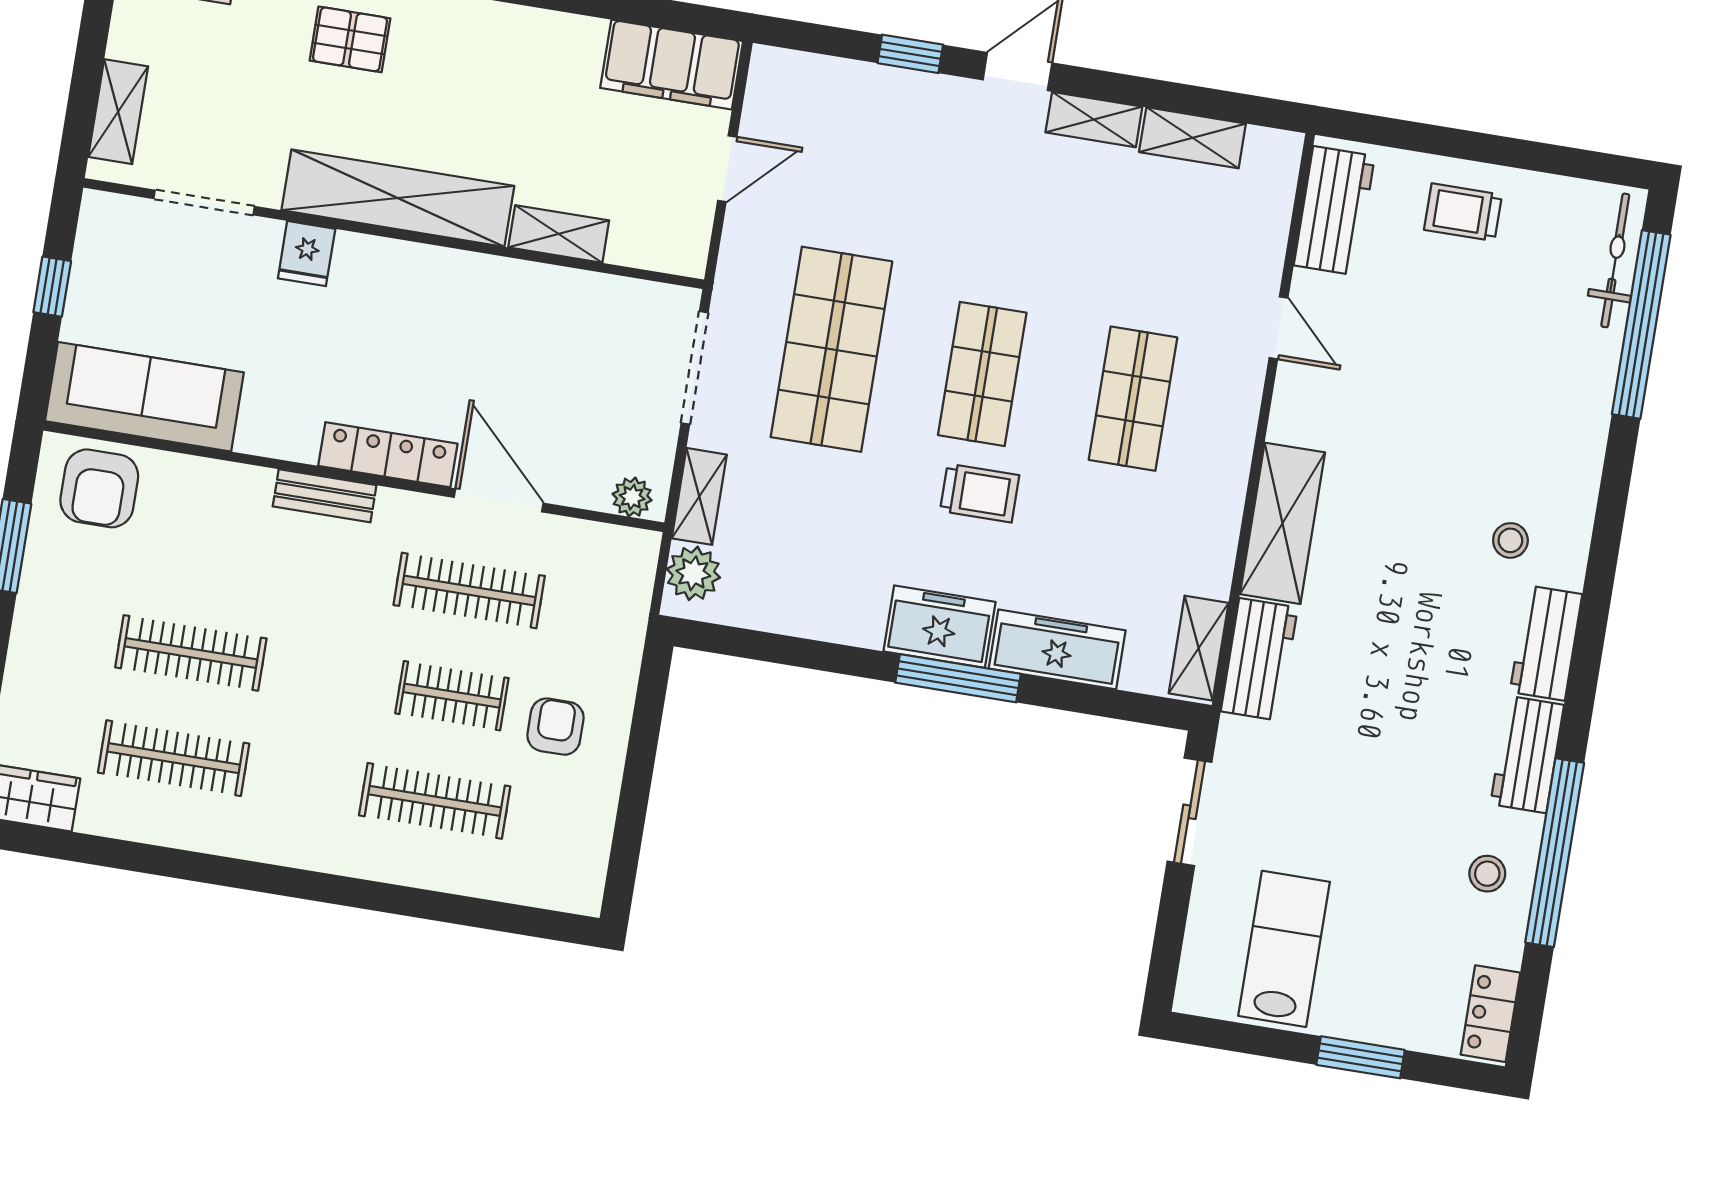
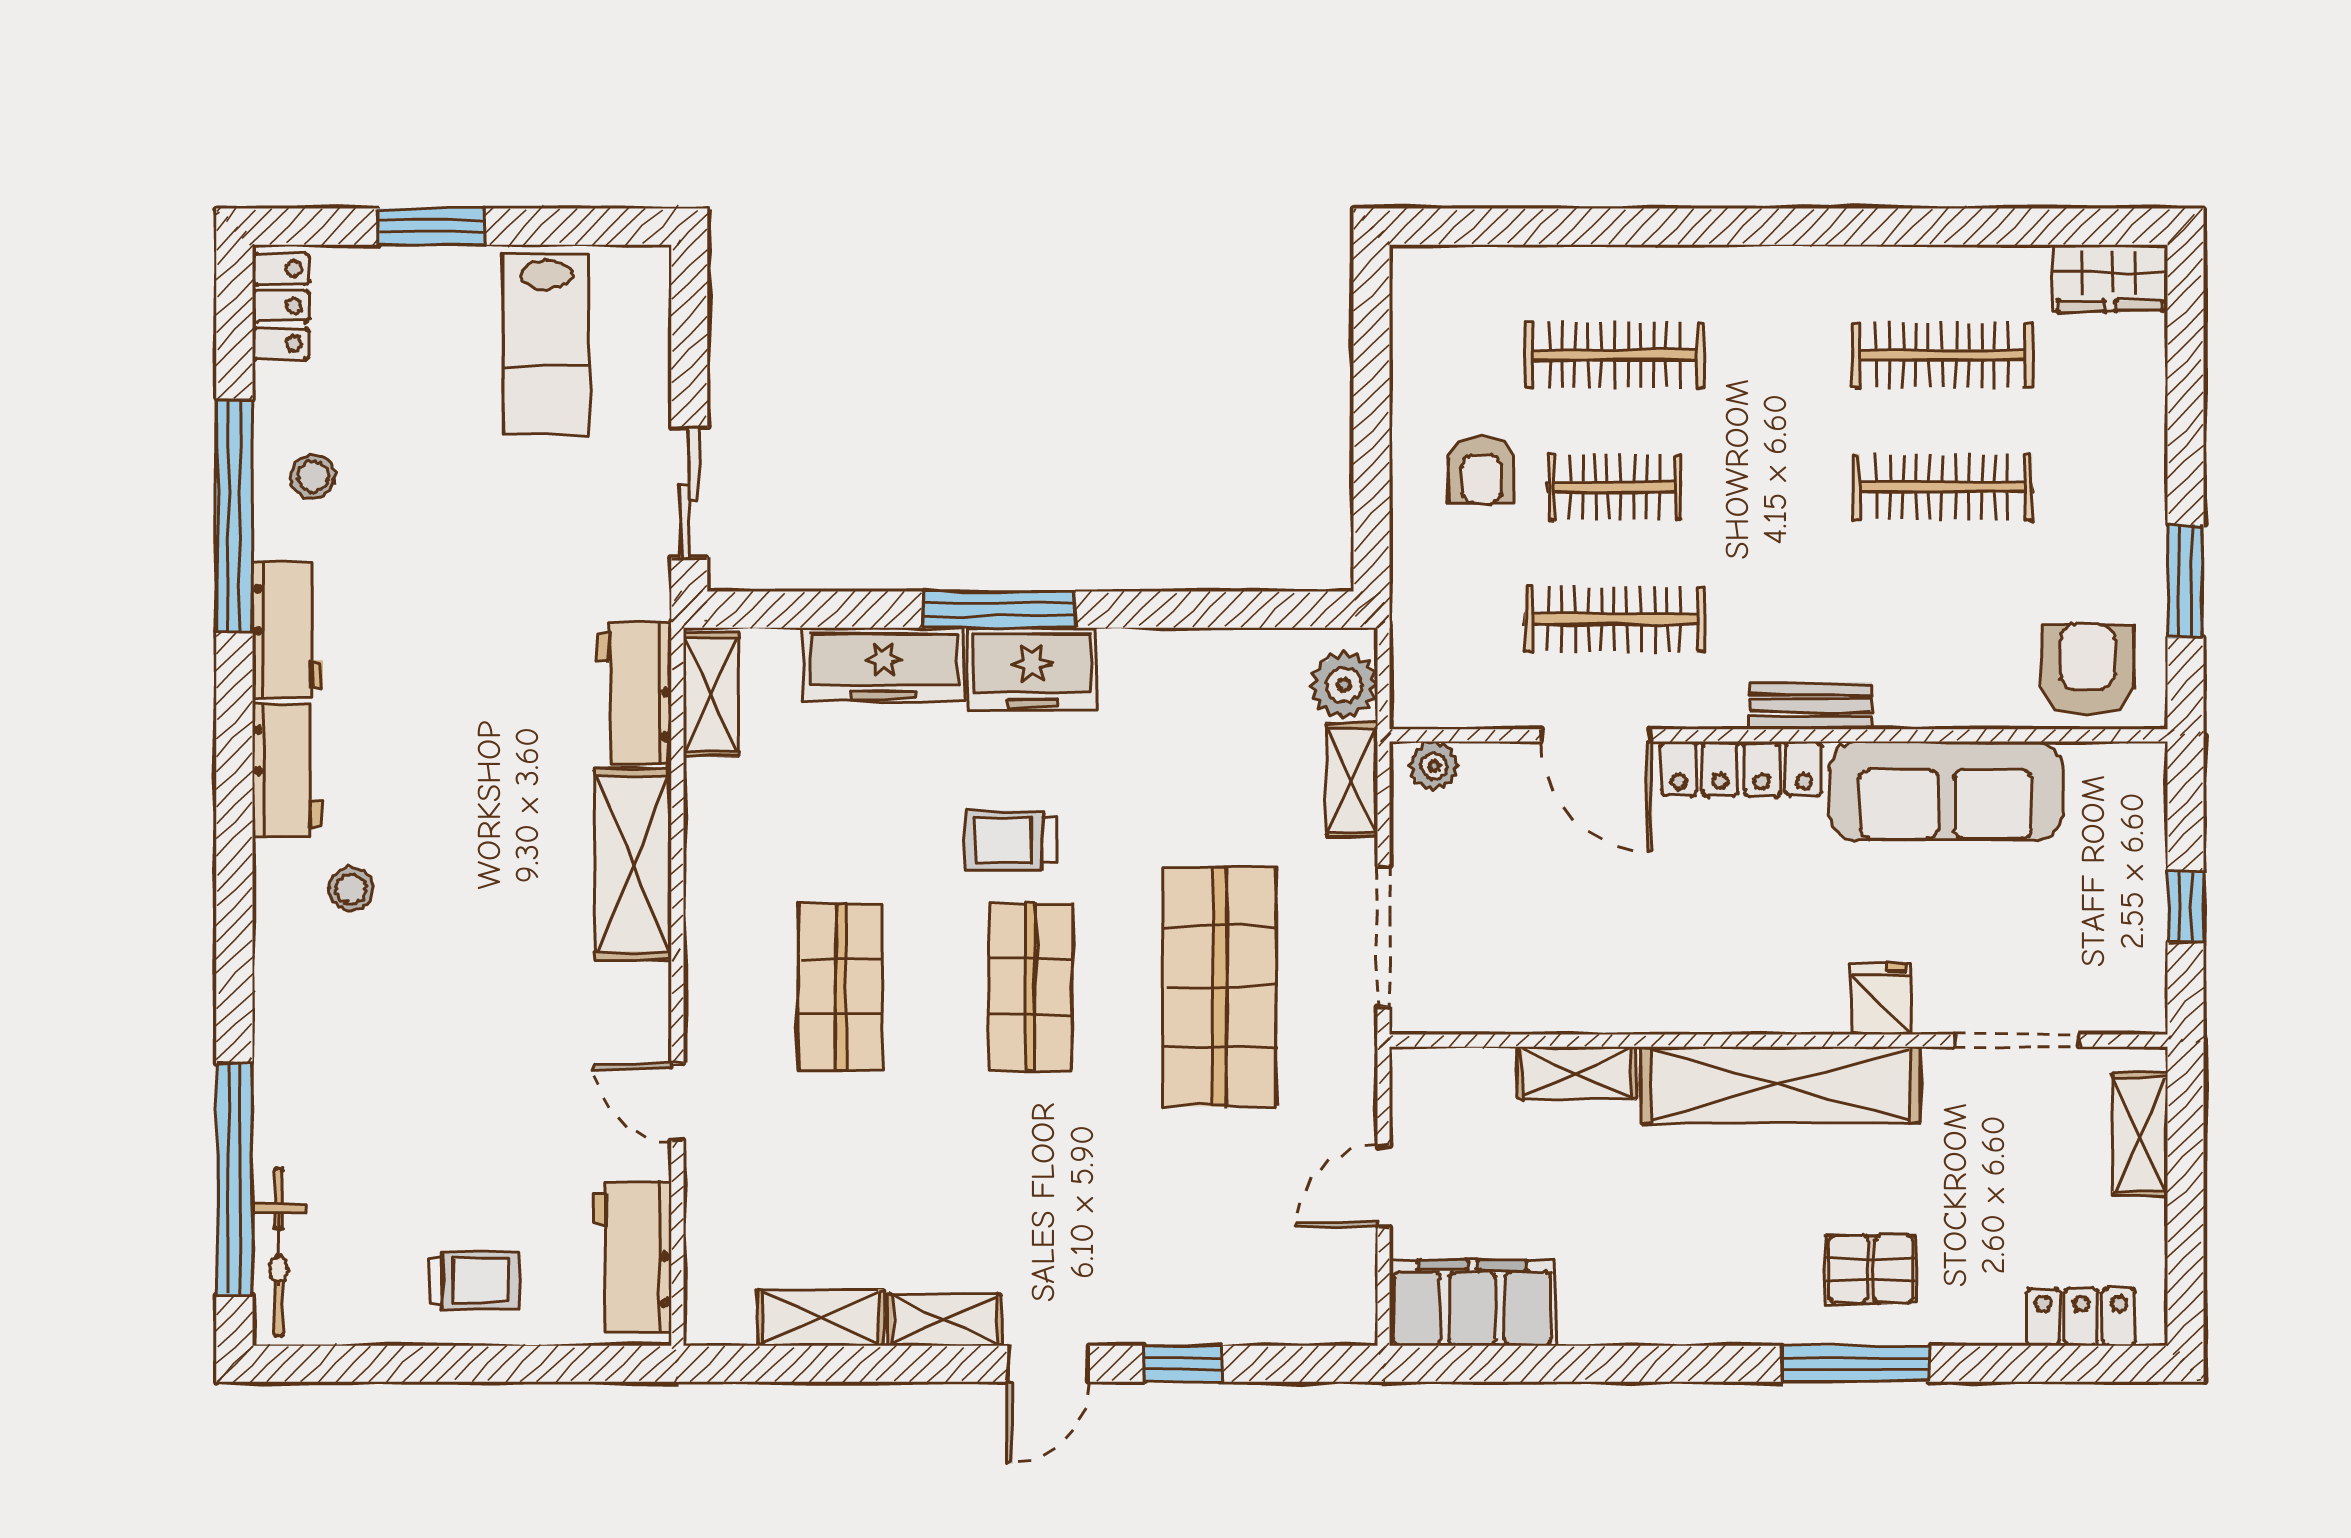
sofa: (144, 397) -> (1946, 791), moved

